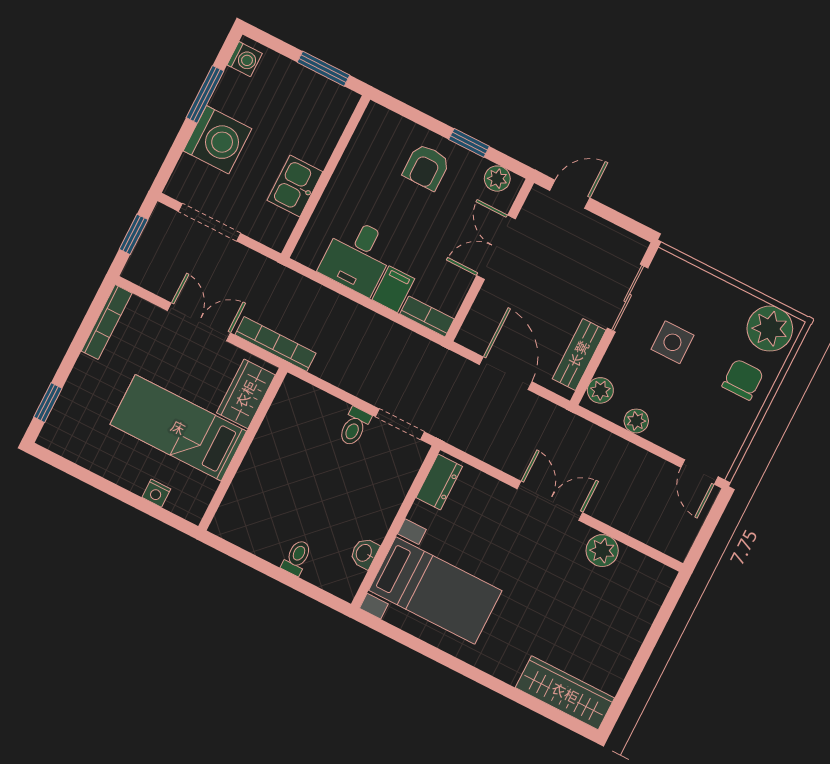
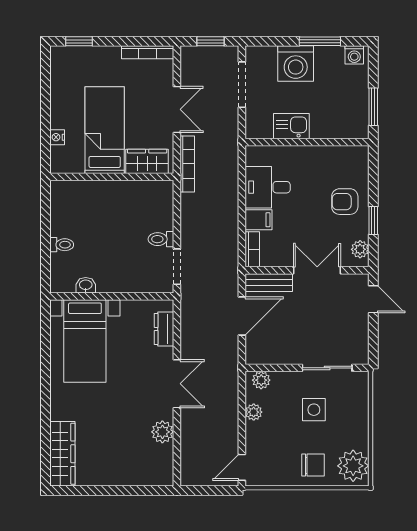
bench: (579, 354) -> (269, 283), moved
dresser: (439, 482) -> (164, 329), moved, turned 90

